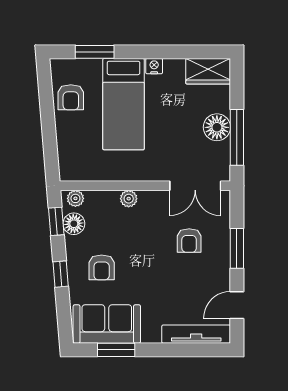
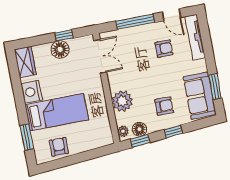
nightstand: (154, 66) -> (32, 92), width x1.89, depth x1.79
armchair: (71, 97) -> (59, 147), turned -90
window: (237, 137) -> (64, 35), width x0.46
plant: (129, 199) -> (122, 101), width x1.88, depth x1.88
armchair: (189, 241) -> (164, 49), moved
window: (237, 248) -> (135, 22), width x1.44

